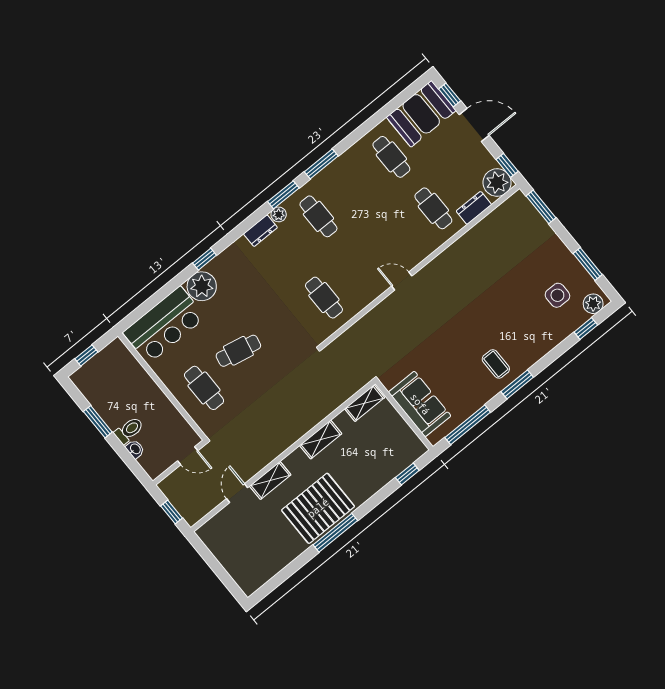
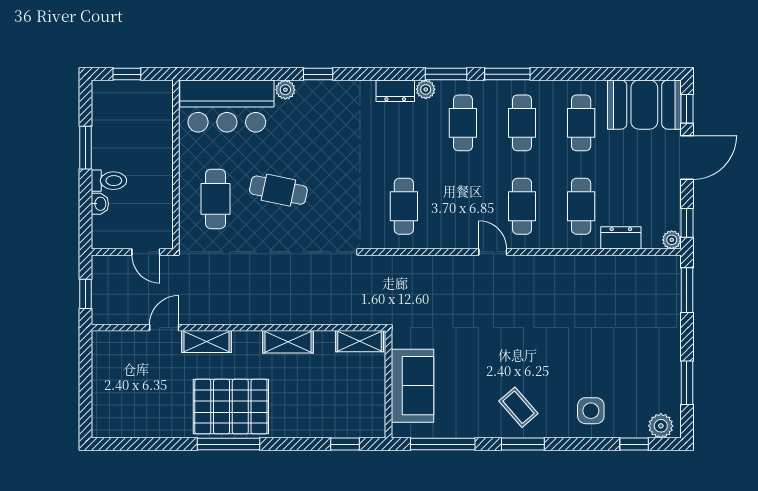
door: (474, 125) -> (687, 157), hinge flipped
plant: (497, 183) -> (672, 240), width x0.53, depth x0.53
cafe table: (355, 187) -> (522, 123), added
cafe table: (397, 238) -> (522, 206), added
plant: (202, 286) -> (285, 90), width x0.53, depth x0.53
side table: (557, 295) -> (591, 411), moved
coffee table: (496, 364) -> (518, 407), turned -41

